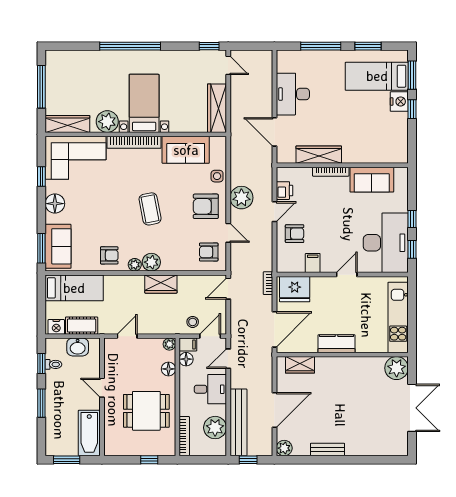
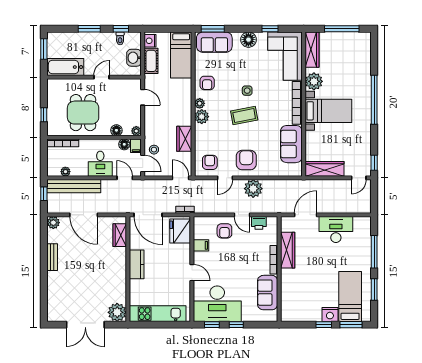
side table: (217, 176) -> (247, 91), moved
wardrobe: (161, 284) -> (184, 139), moved
plant: (215, 428) -> (65, 172), width x0.53, depth x0.53

